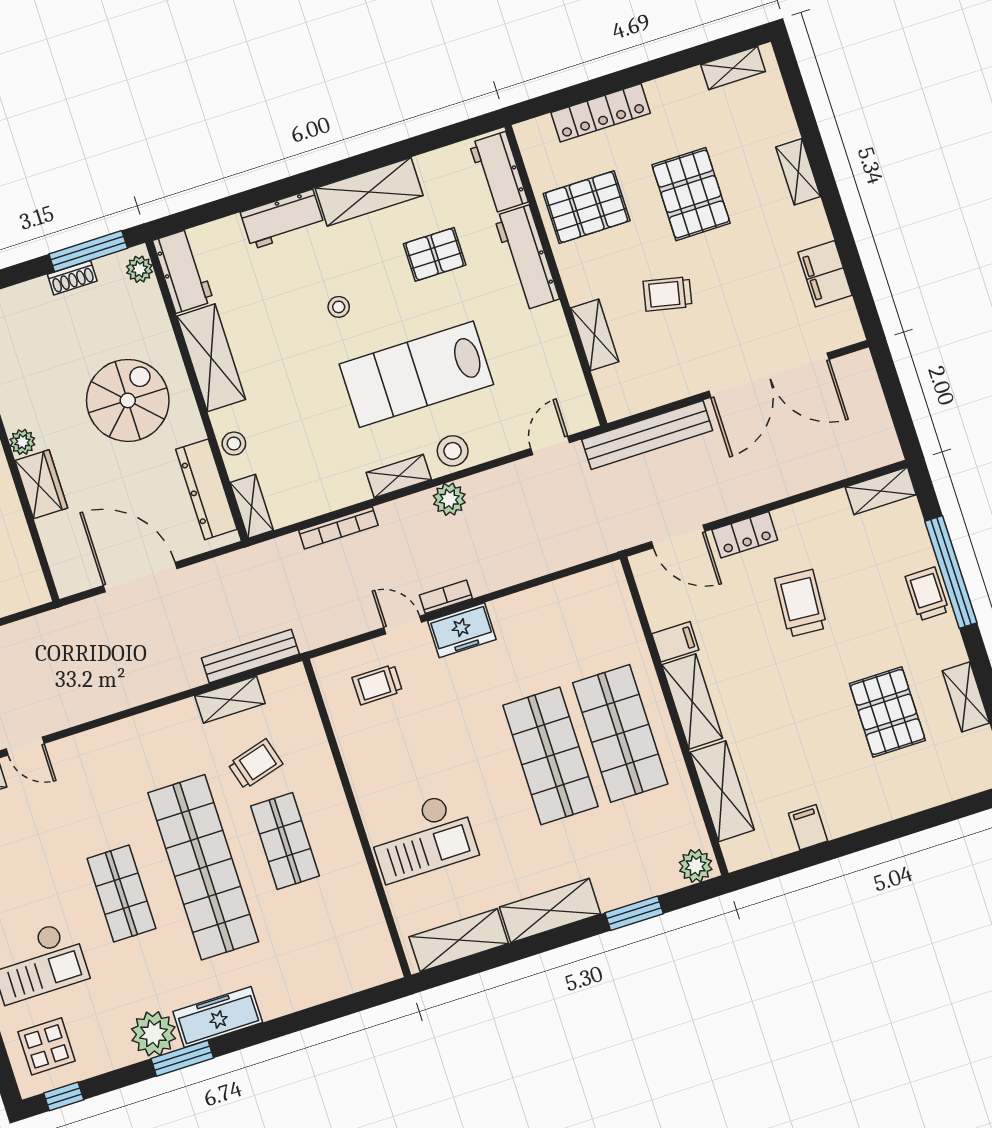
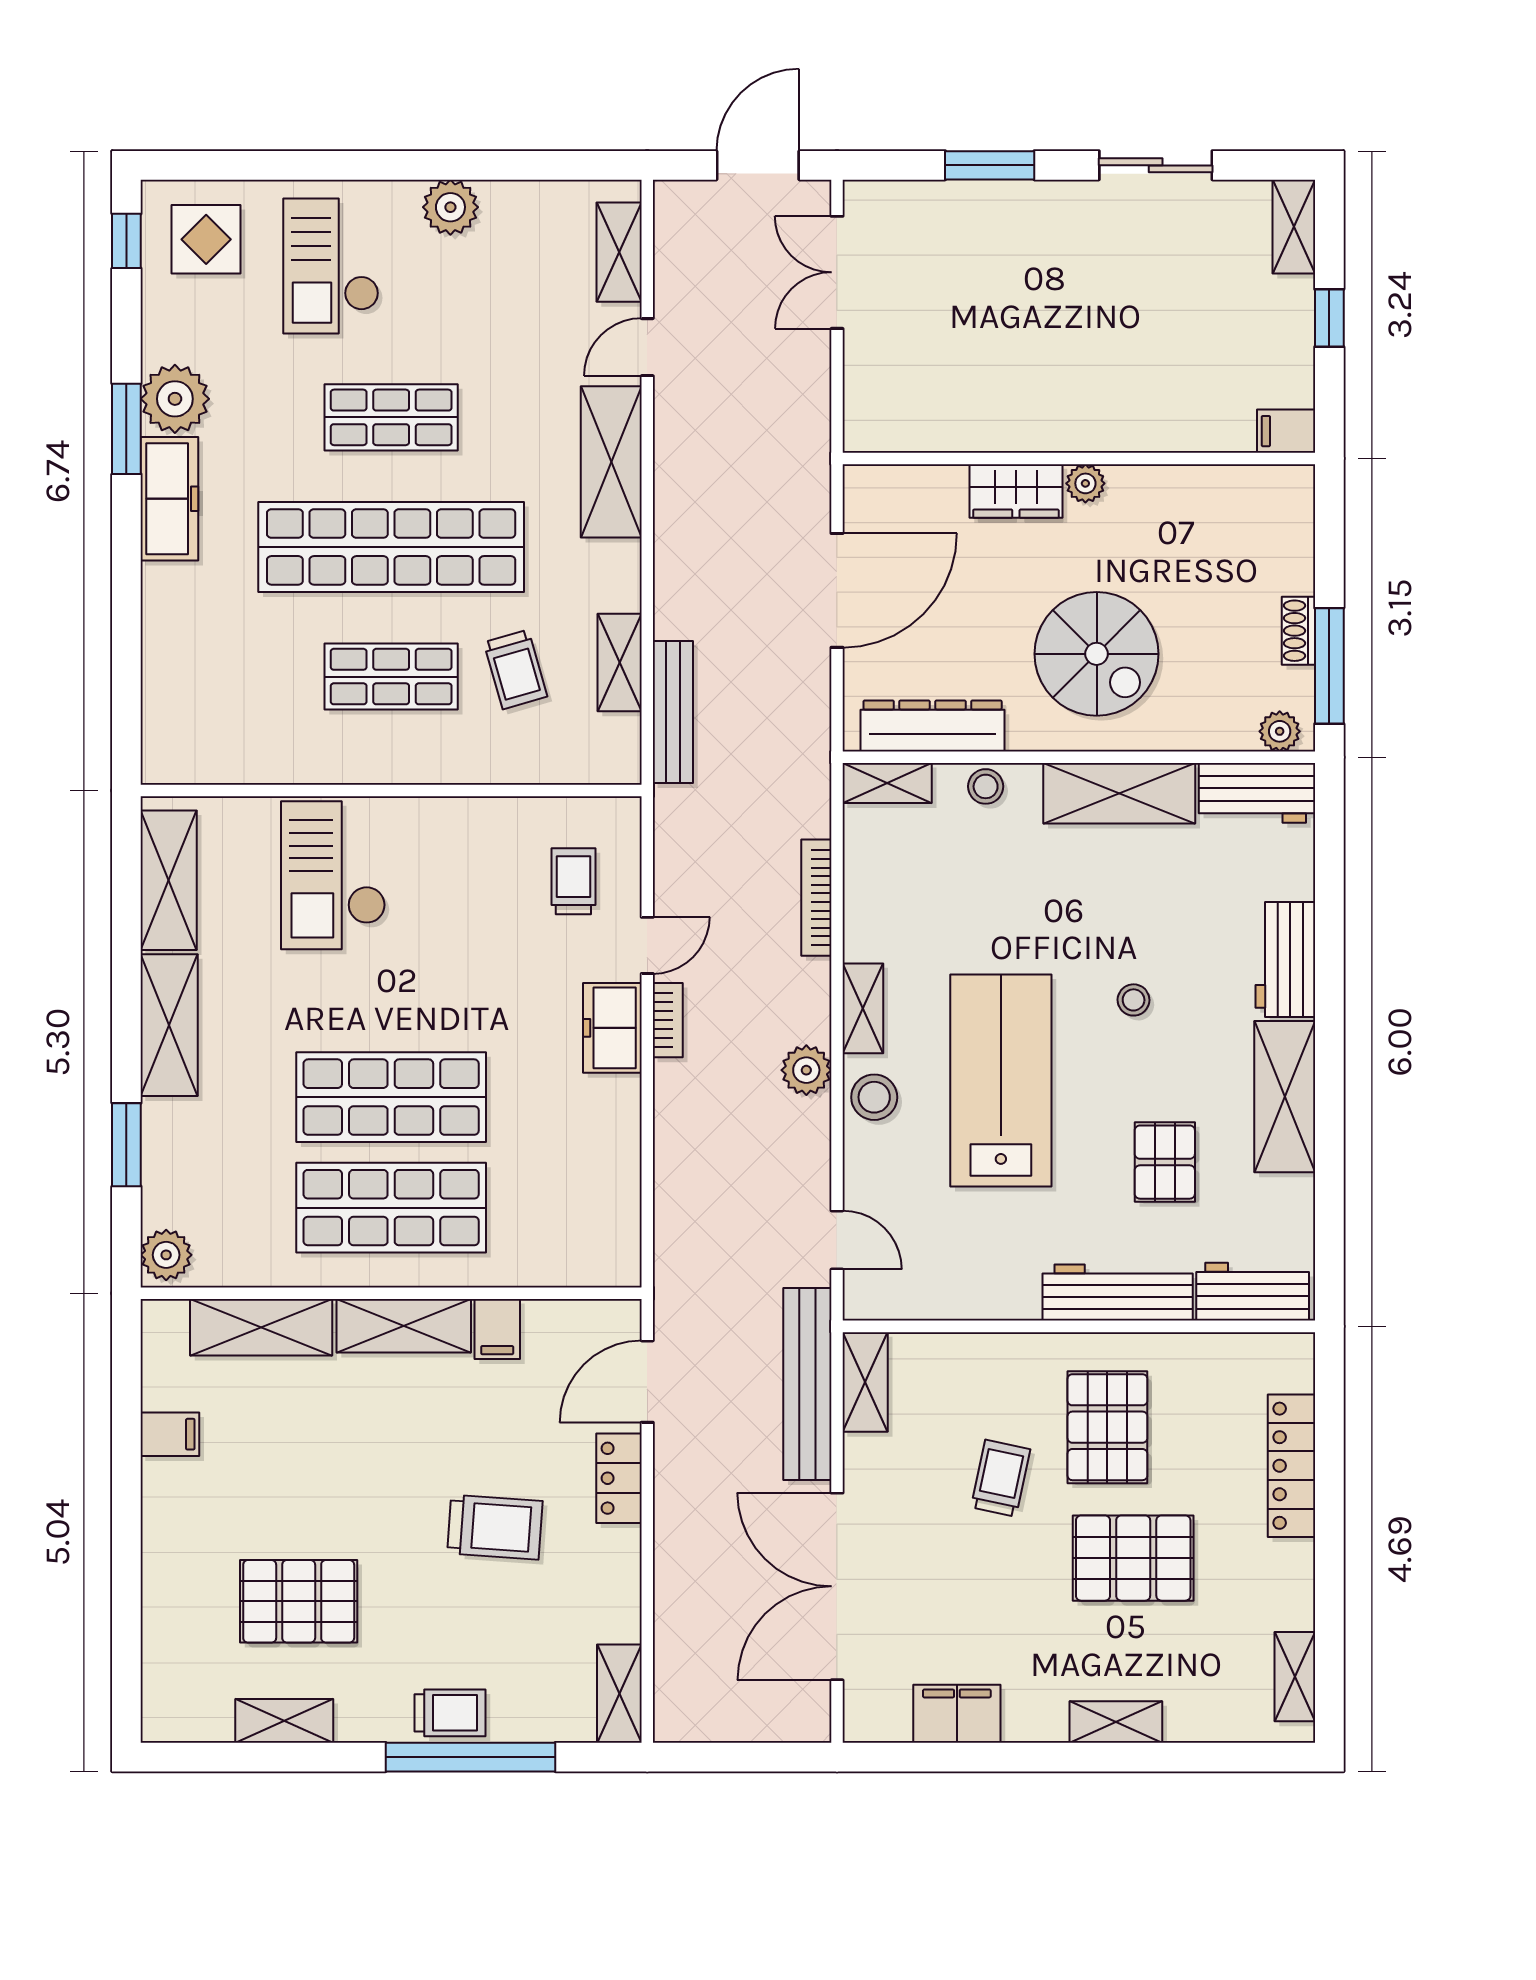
pallet: (587, 207) -> (1107, 1427), moved
shelving: (595, 335) -> (865, 1382), moved, turned 90
shelving: (105, 746) -> (611, 462), added

